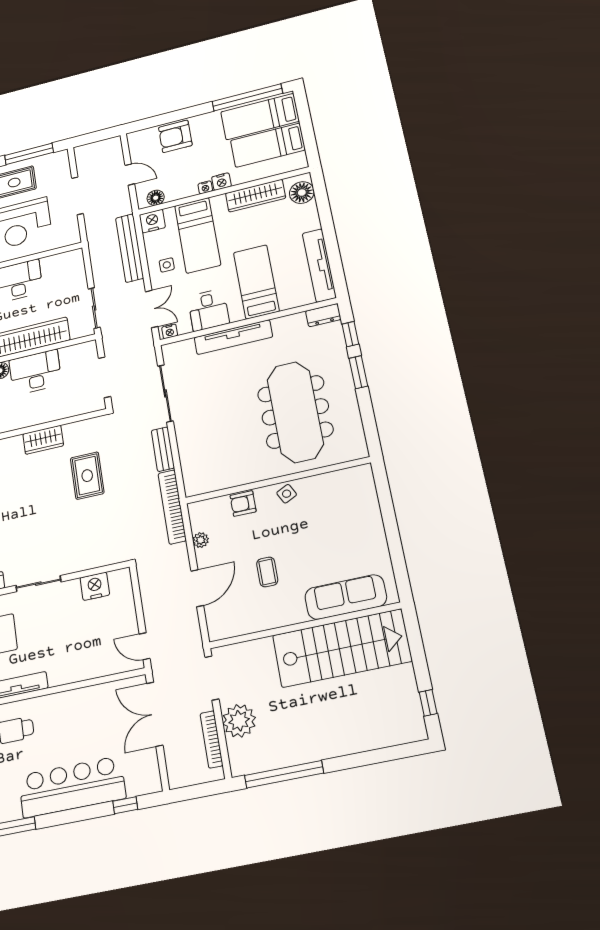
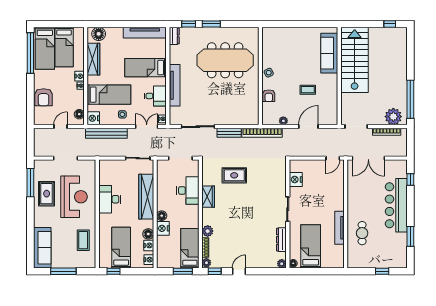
desk: (35, 372) -> (188, 191), moved, turned 180
door: (197, 588) -> (308, 127), hinge flipped
plant: (239, 721) -> (393, 117), moved

